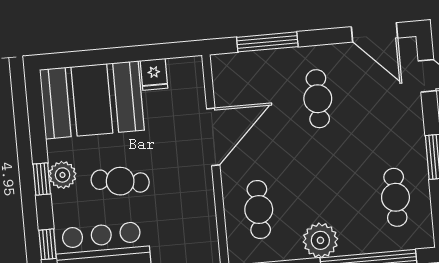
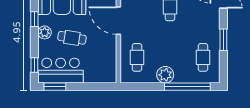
door: (213, 137) -> (118, 21), swing flipped
window: (42, 179) -> (34, 19), moved

